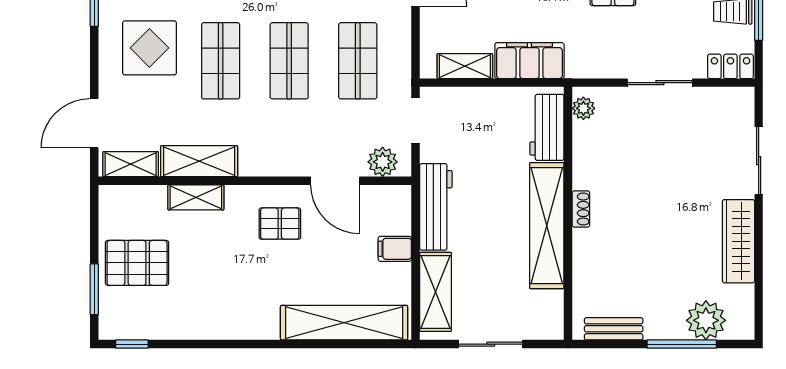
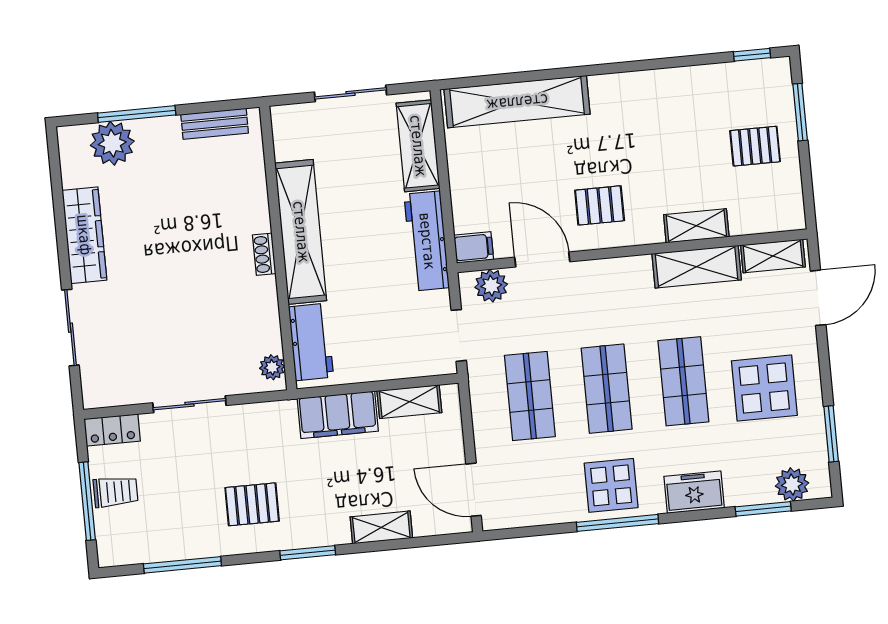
filing cabinet: (395, 249) -> (474, 247), moved
pallet: (137, 263) -> (755, 146), width x0.67, depth x0.71

